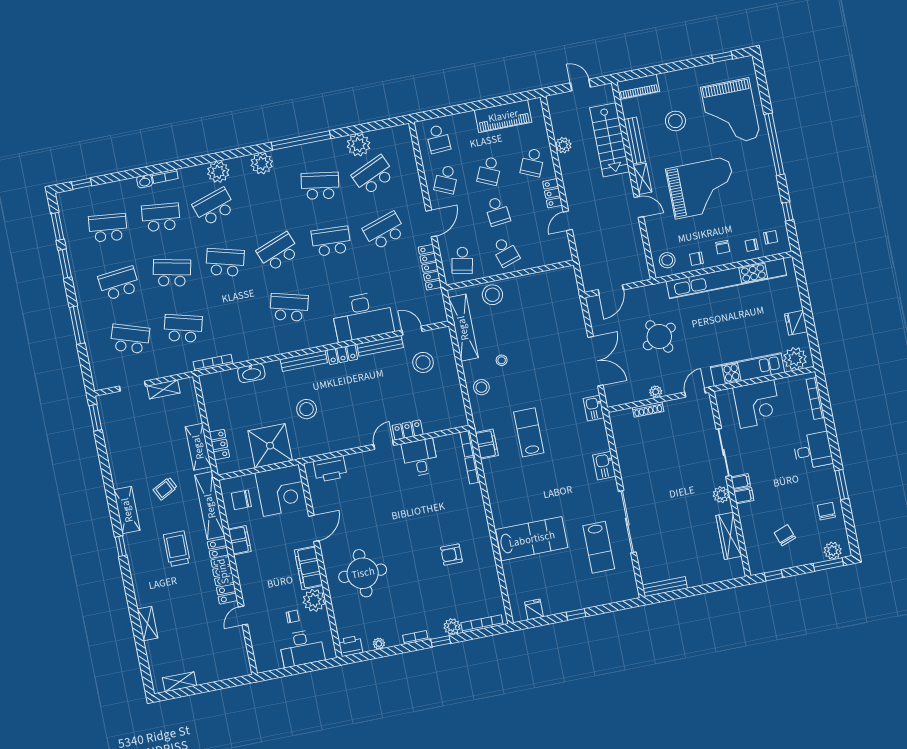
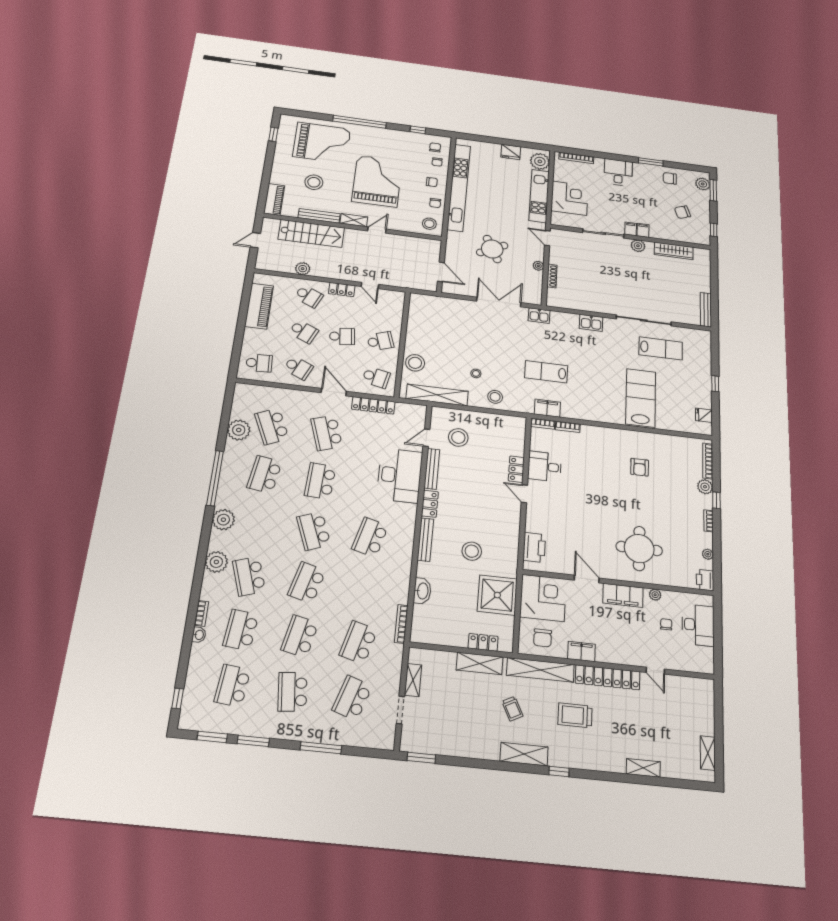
plant: (314, 600) -> (655, 595), width x0.53, depth x0.53

